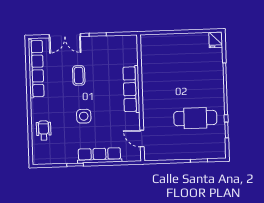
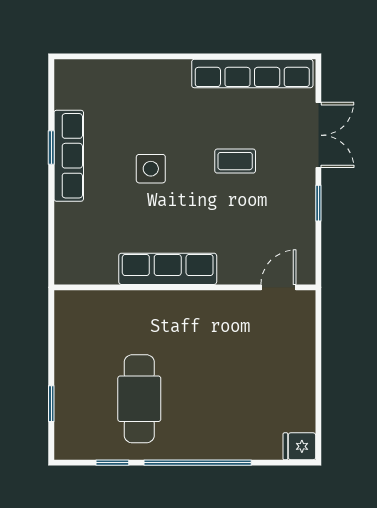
double door: (65, 36) -> (318, 135), swing flipped
row of seats: (131, 89) -> (168, 269), moved
wheelchair: (44, 130) -> (124, 85), removed
door: (142, 139) -> (278, 287), moved
row of seats: (100, 155) -> (69, 156), moved

